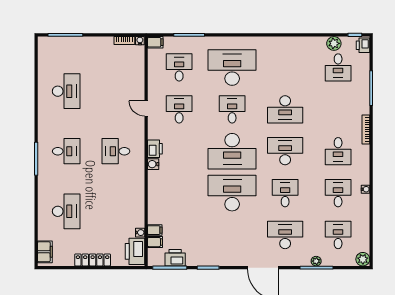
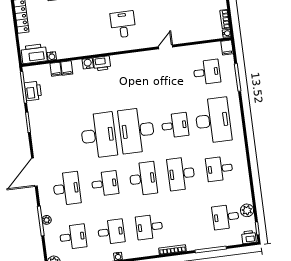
desk: (179, 109) -> (219, 169), moved, turned 180
printer: (155, 149) -> (102, 63), moved
water cooler: (153, 164) -> (88, 63), moved
filing cabinet: (155, 242) -> (67, 68), moved

